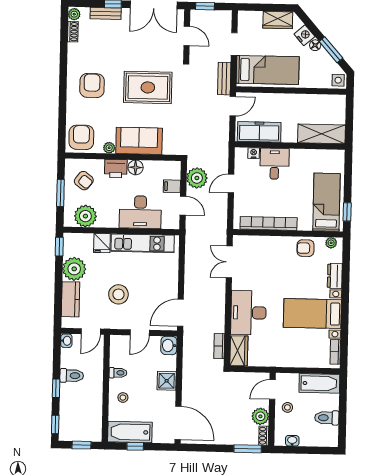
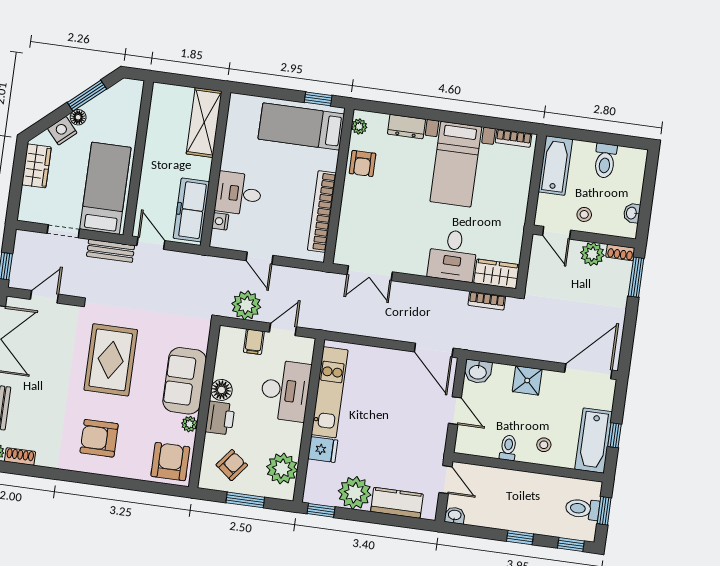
side table: (338, 80) -> (131, 90), removed
armchair: (81, 137) -> (170, 462), turned 90
stool: (118, 294) -> (398, 434), removed
desk: (248, 313) -> (453, 255), width x0.73
toilet: (72, 376) -> (582, 509), moved, turned -90

